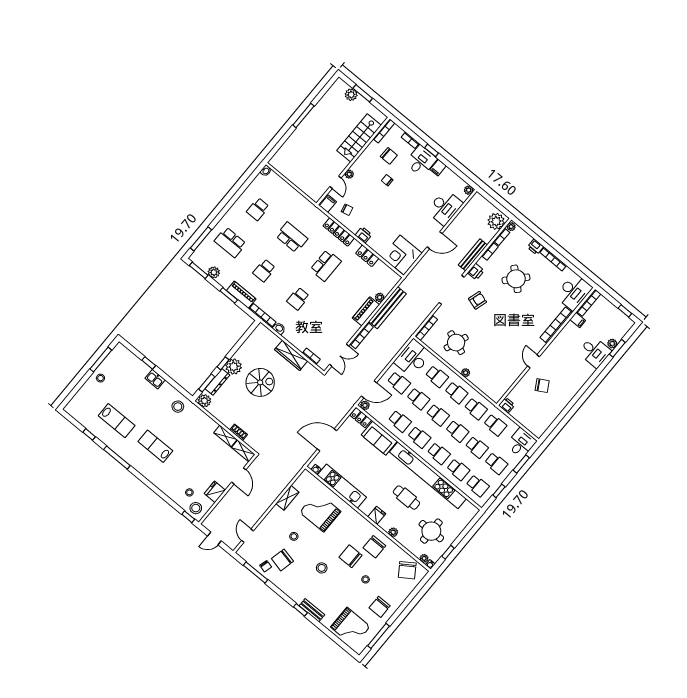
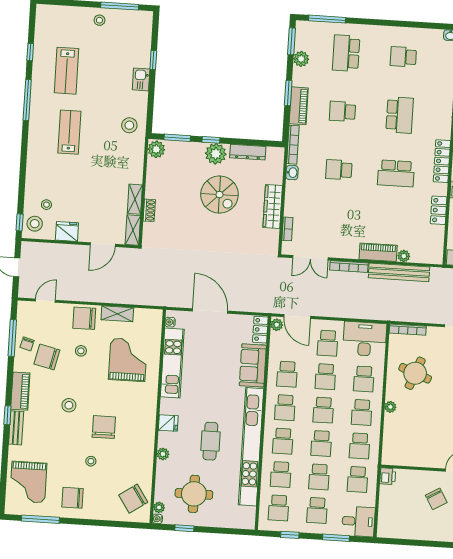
dresser: (217, 382) -> (248, 152), moved
chair: (374, 547) -> (84, 318), moved
piano: (291, 591) -> (20, 391), added

